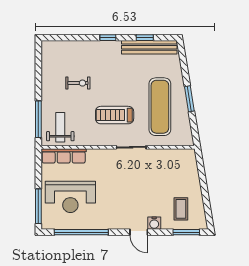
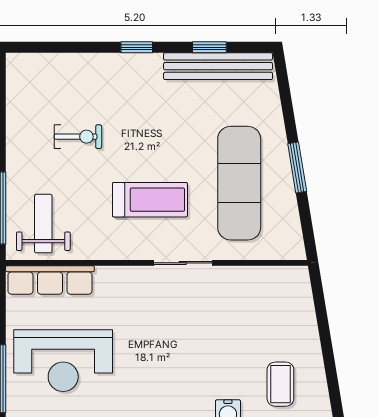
treadmill: (115, 115) -> (150, 200), turned 180

